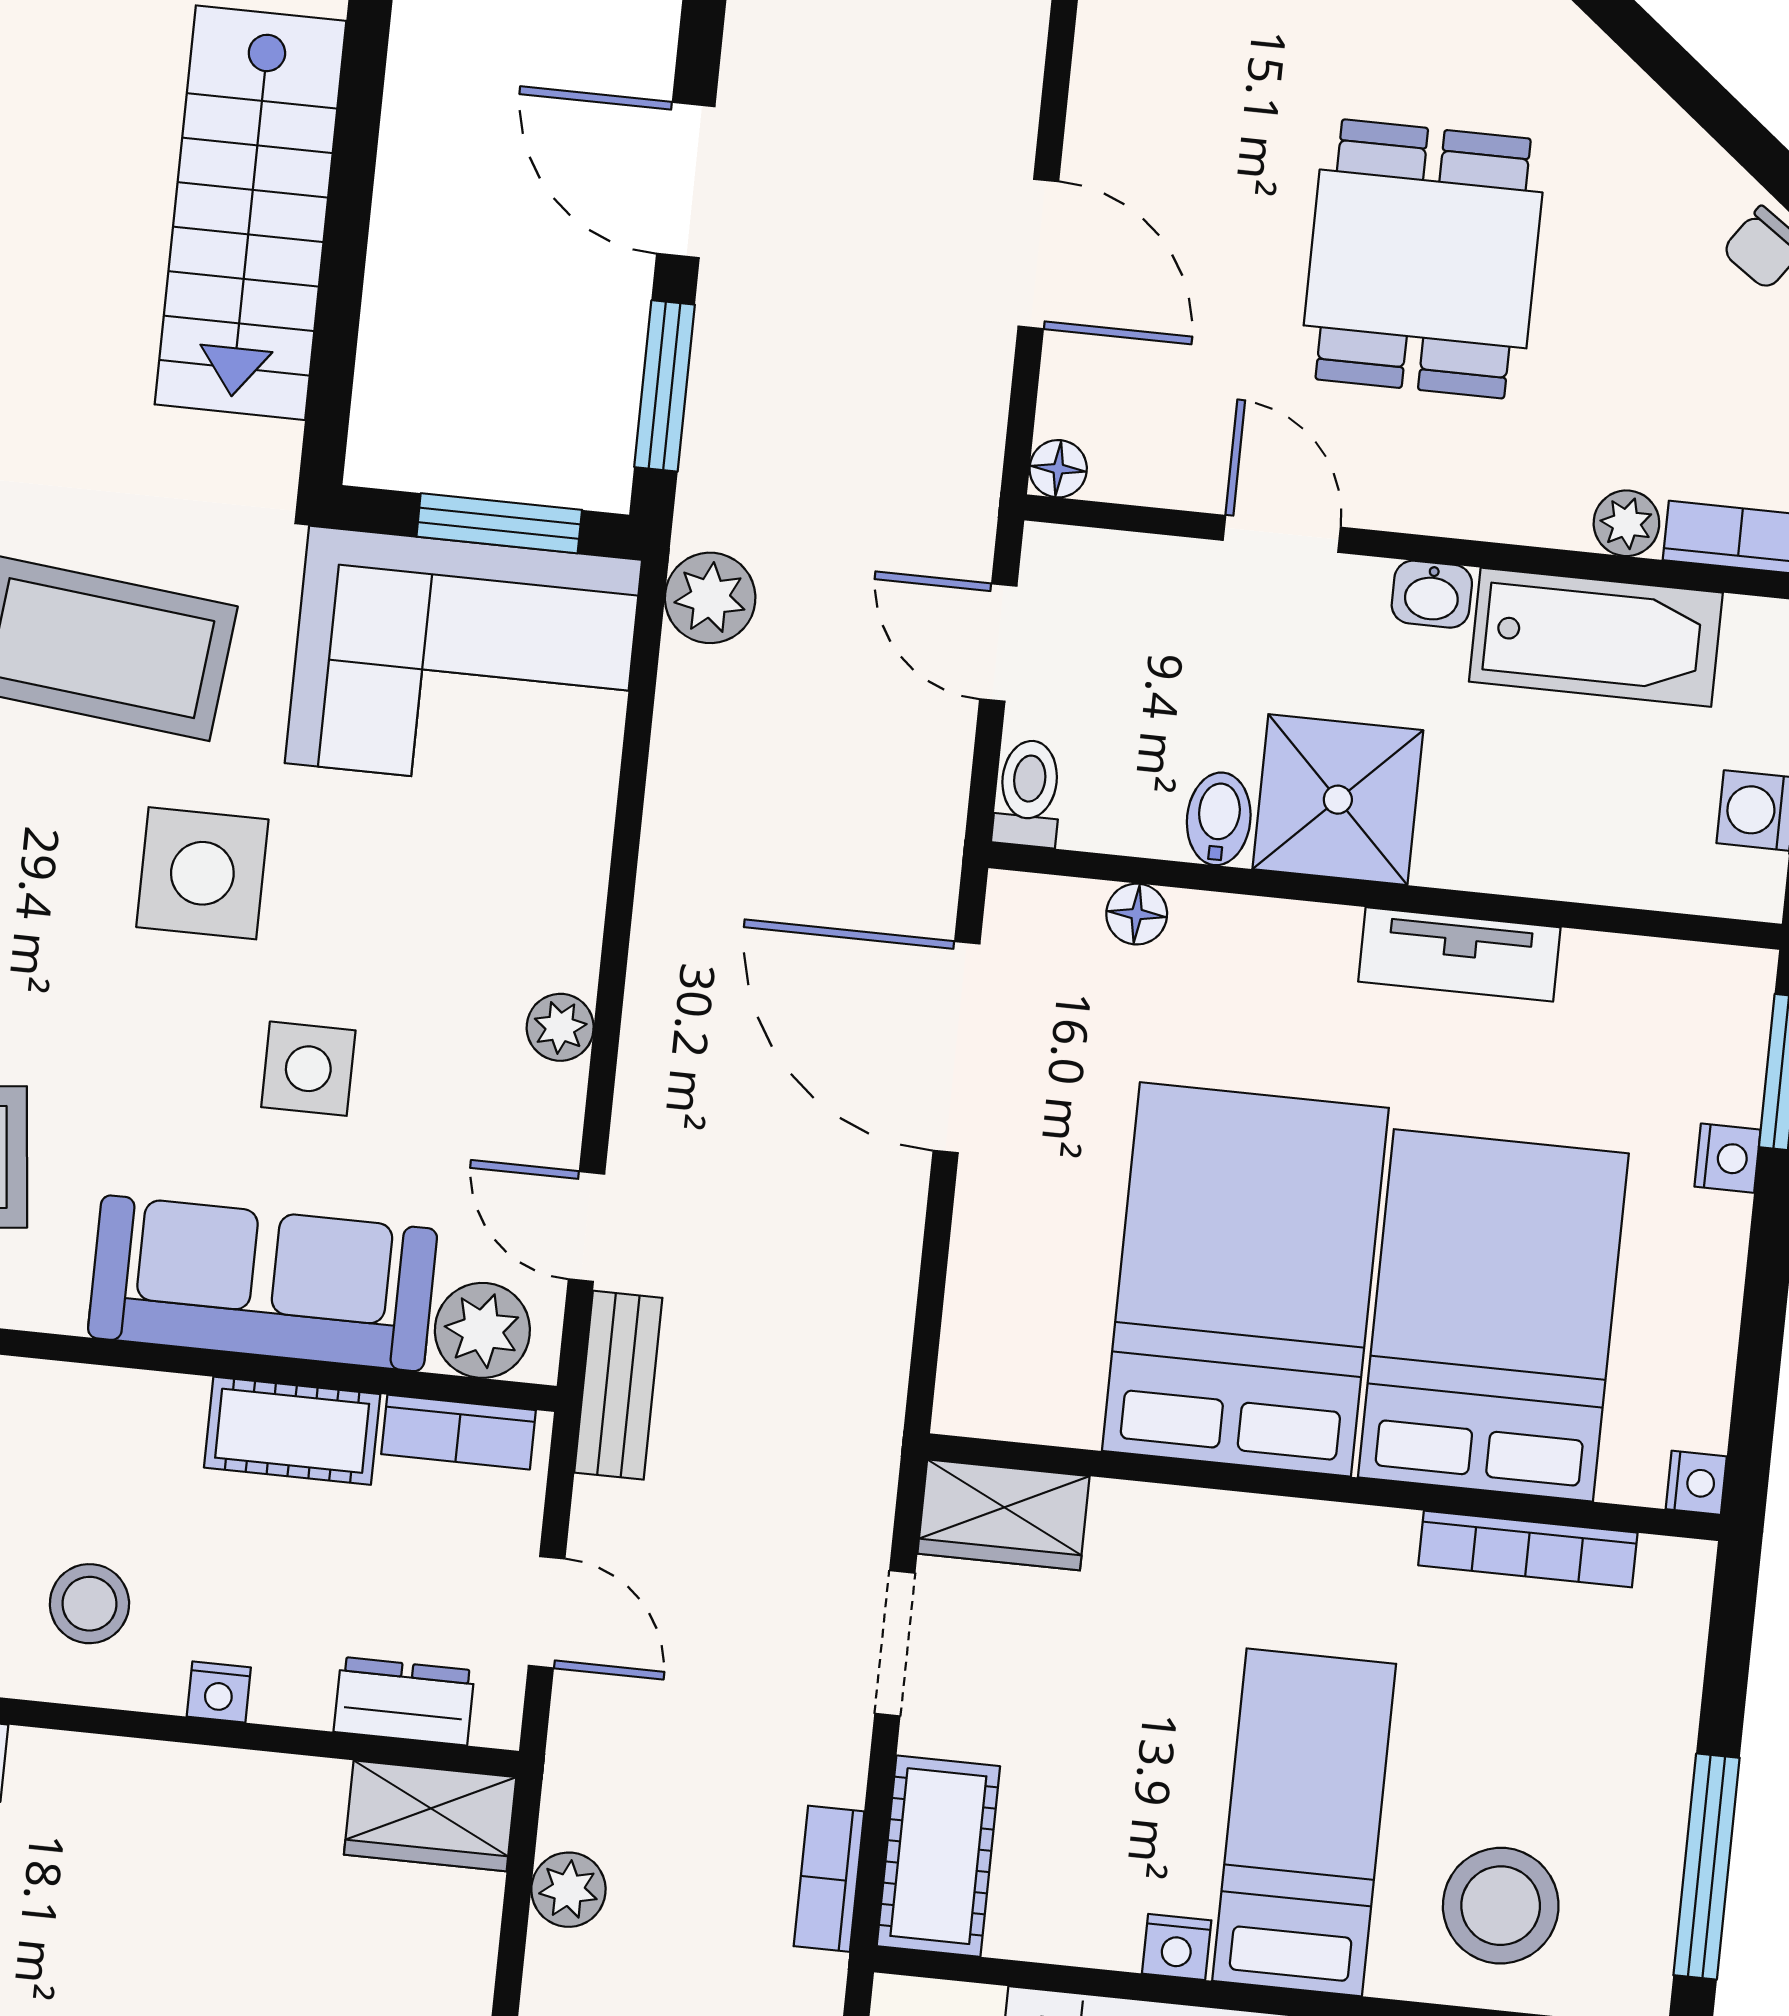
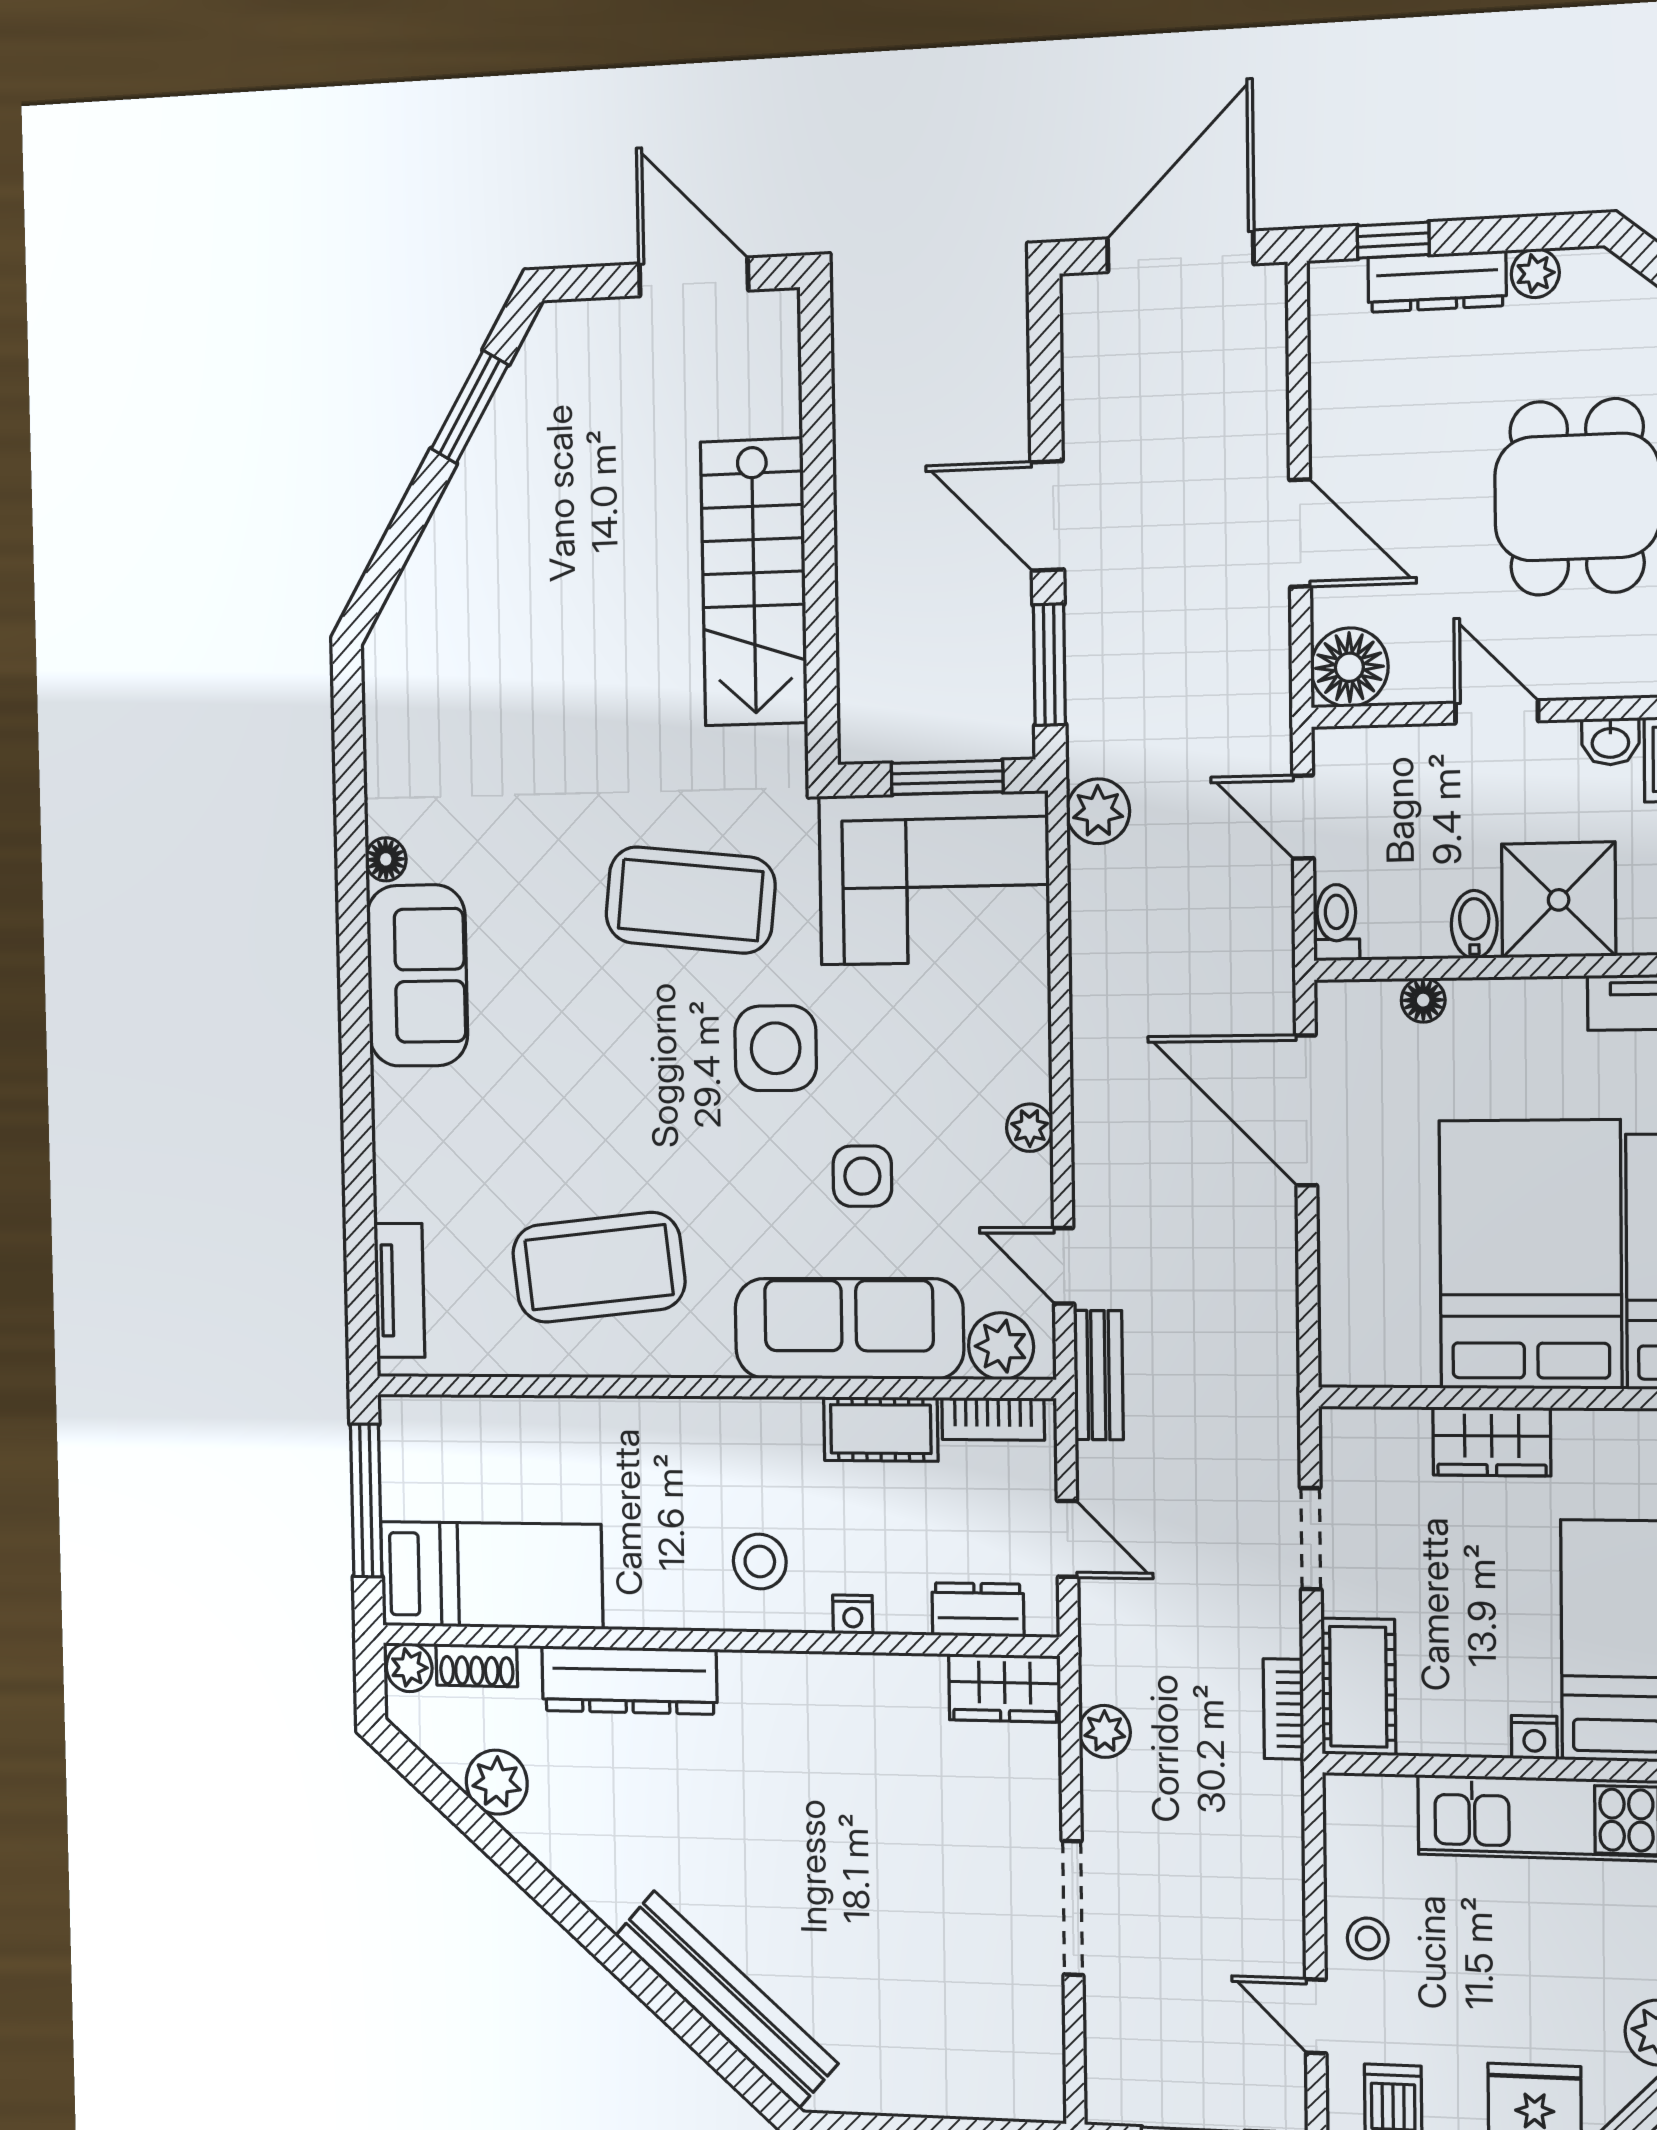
floor lamp: (1058, 469) -> (1349, 667), width x1.89, depth x1.89
wardrobe: (1004, 1515) -> (1492, 1441), moved

